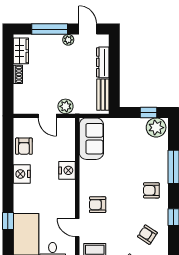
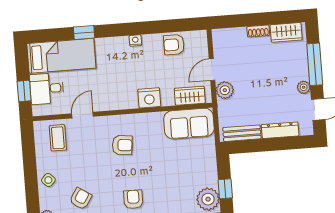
wardrobe: (68, 136) -> (190, 96), added
nightstand: (22, 174) -> (135, 41), width x0.53, depth x0.56
armchair: (98, 205) -> (122, 145), moved, turned 96

